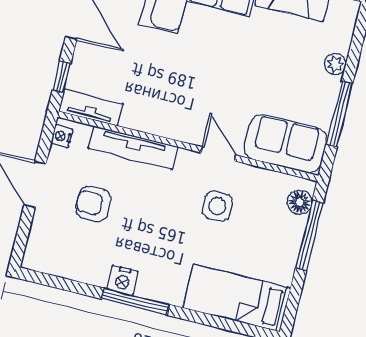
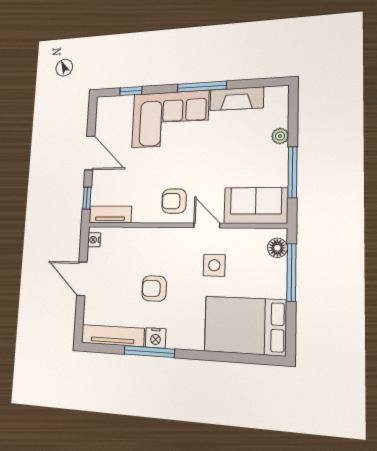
armchair: (182, 112) -> (174, 201), added
tv unit: (133, 148) -> (113, 336), moved, turned 180
armchair: (93, 204) -> (154, 288), moved
bed: (237, 298) -> (245, 326), width x1.50
window: (135, 302) -> (149, 352), moved

